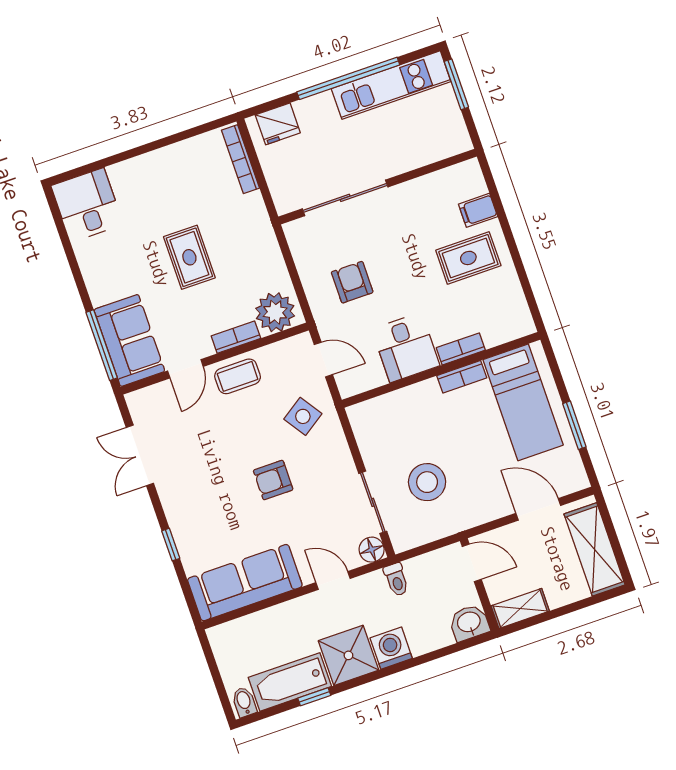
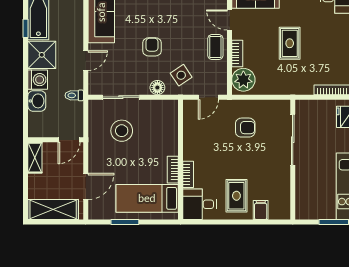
rug: (189, 257) -> (290, 43), turned 90
desk: (406, 347) -> (199, 204), moved
floor lamp: (372, 550) -> (157, 88), moved
washbasin: (469, 623) -> (37, 101), moved

